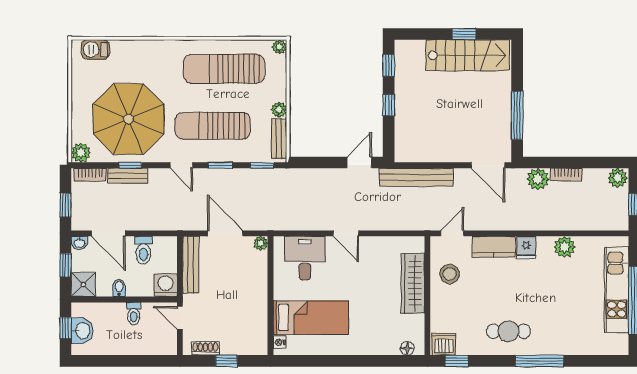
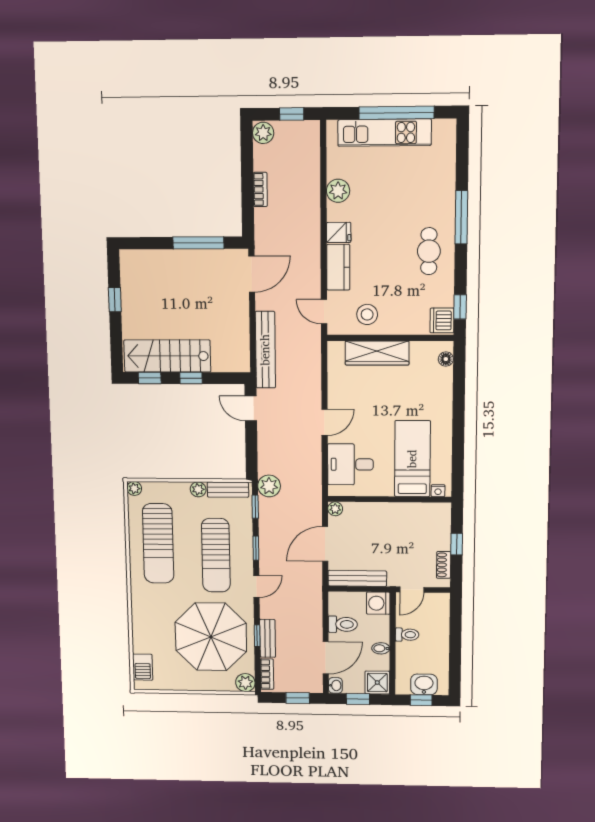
stairs: (468, 55) -> (167, 356), moved, turned -90
plant: (538, 179) -> (269, 486), moved

